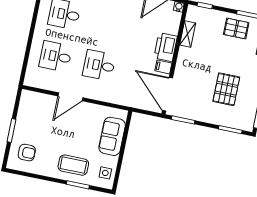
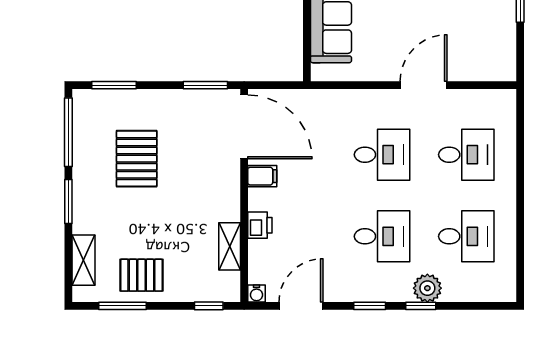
desk: (108, 23) -> (382, 236), added
printer: (166, 47) -> (260, 225), width x0.53, depth x0.68

